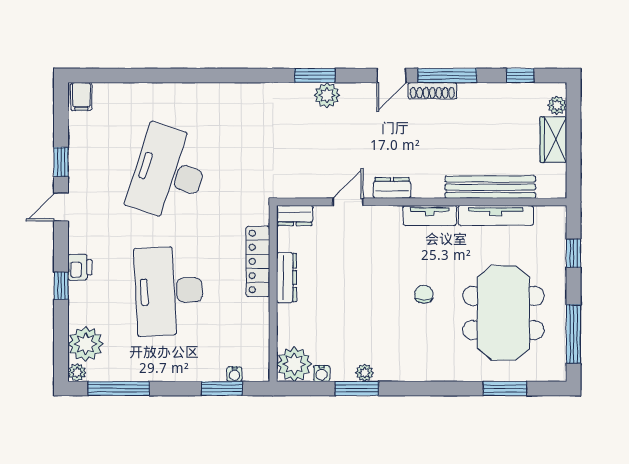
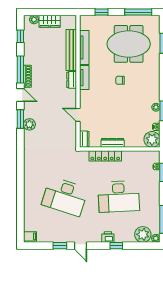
window: (315, 75) -> (20, 119), moved
dresser: (392, 188) -> (72, 80), moved

